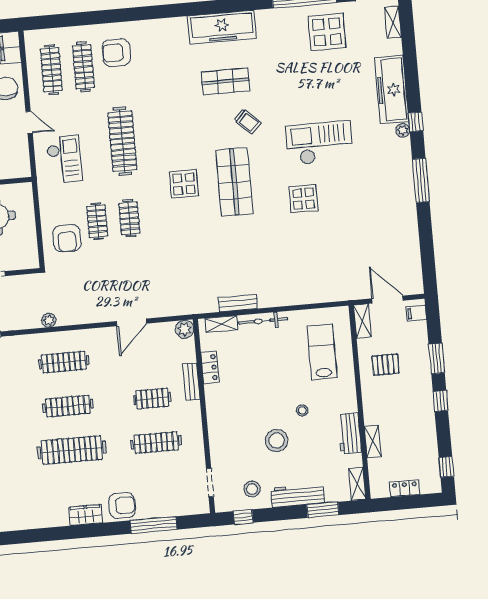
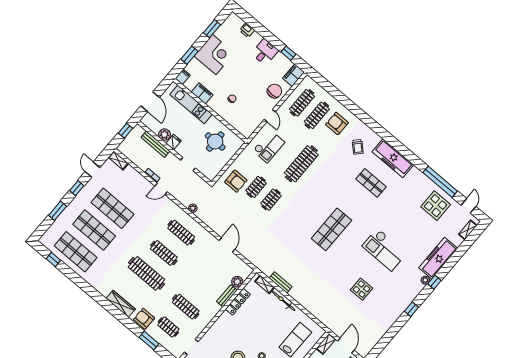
trolley: (247, 121) -> (358, 147), moved
checkout: (319, 143) -> (384, 250), turned 180
window: (421, 180) -> (411, 309), width x0.46
display table: (184, 184) -> (309, 209), removed
display table: (304, 199) -> (362, 289), moved
armchair: (67, 238) -> (236, 181), turned -90
door: (131, 322) -> (227, 245), swing flipped
plant: (185, 329) -> (237, 282), moved
locker: (210, 367) -> (238, 302), width x1.53
clothes rail: (152, 399) -> (168, 327), moved
armchair: (122, 506) -> (144, 319), turned 180
wardrobe: (86, 515) -> (121, 304), width x1.50
window: (154, 525) -> (149, 341), width x0.69

